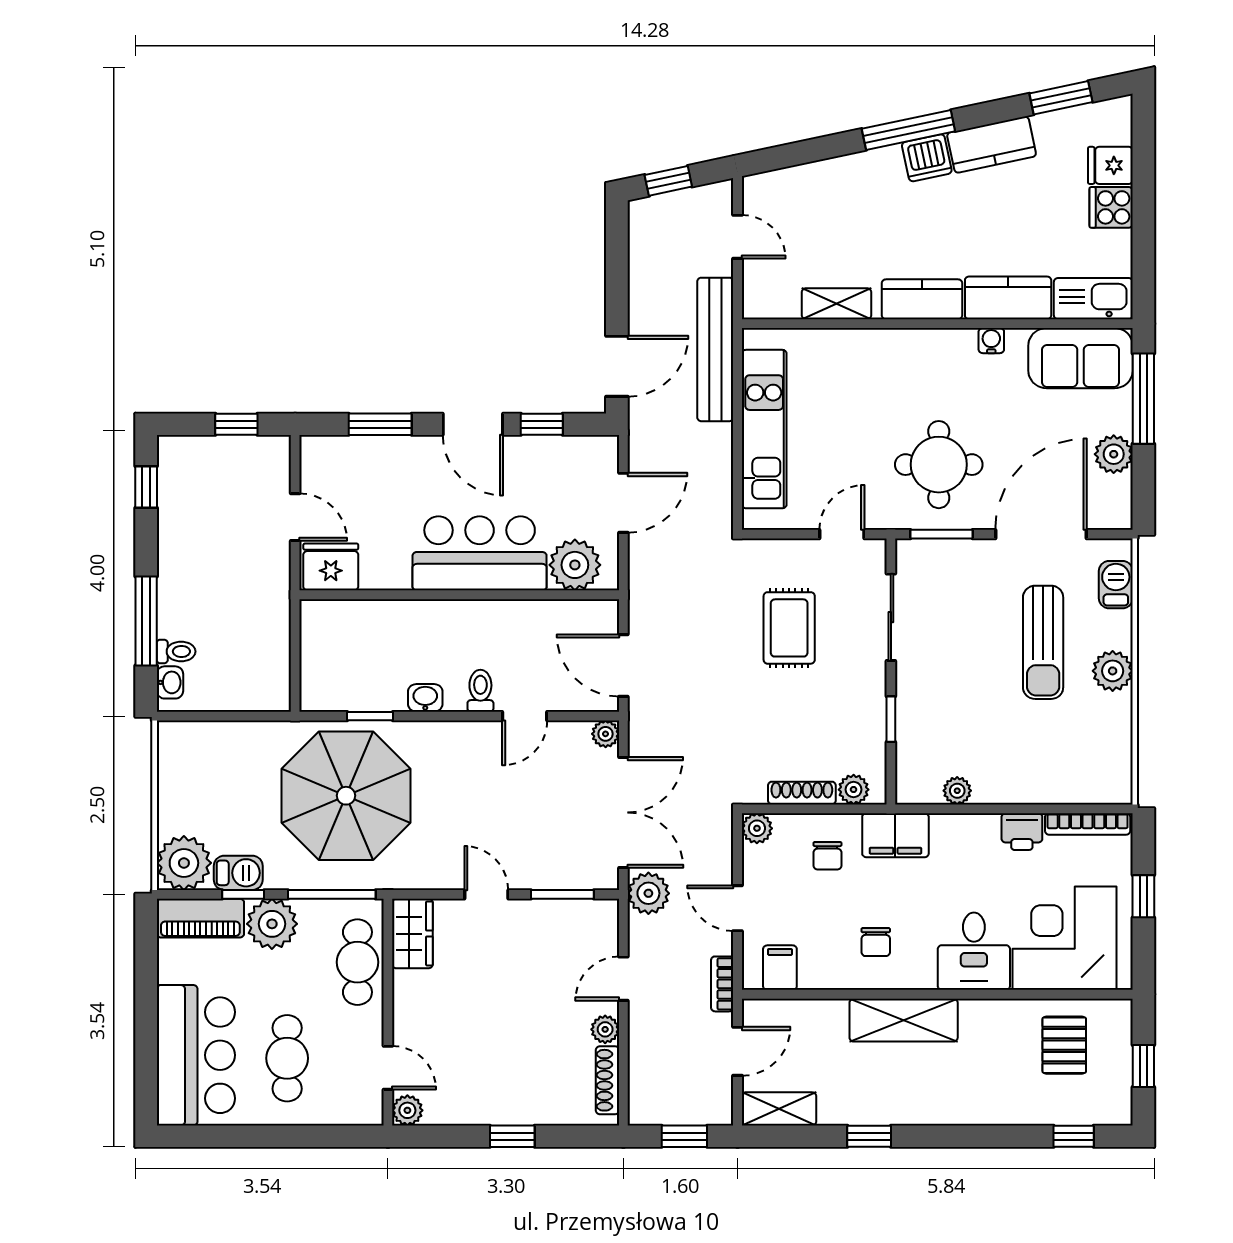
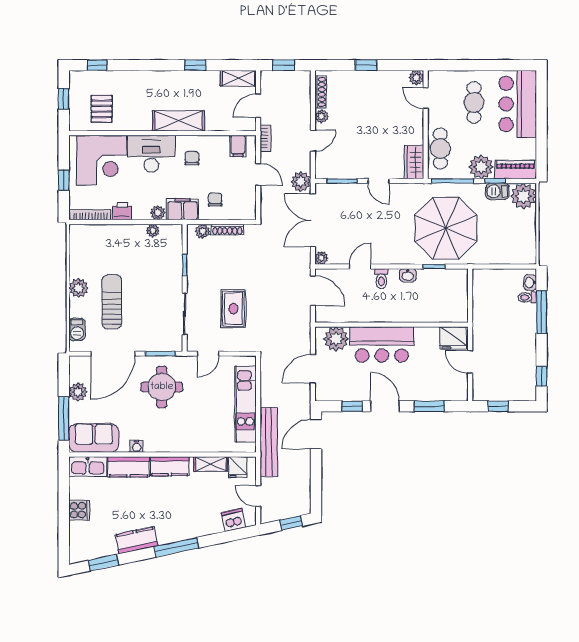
dishwasher: (927, 158) -> (233, 520), moved
fridge: (1110, 165) -> (238, 467), moved, turned 90
plant: (757, 828) -> (158, 213), moved
desk: (974, 951) -> (151, 154), width x1.37

